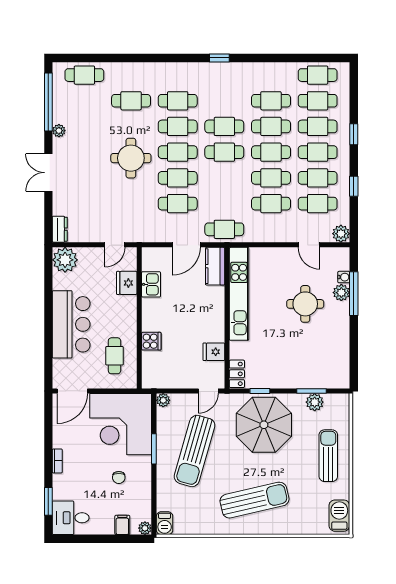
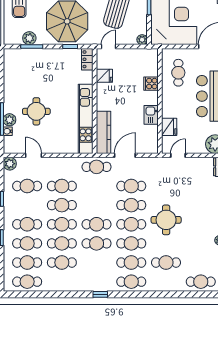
cafe table: (318, 178) -> (131, 282), moved
kitchen counter: (215, 266) -> (103, 132), width x1.50
kitchen sink: (151, 284) -> (151, 115), moved

